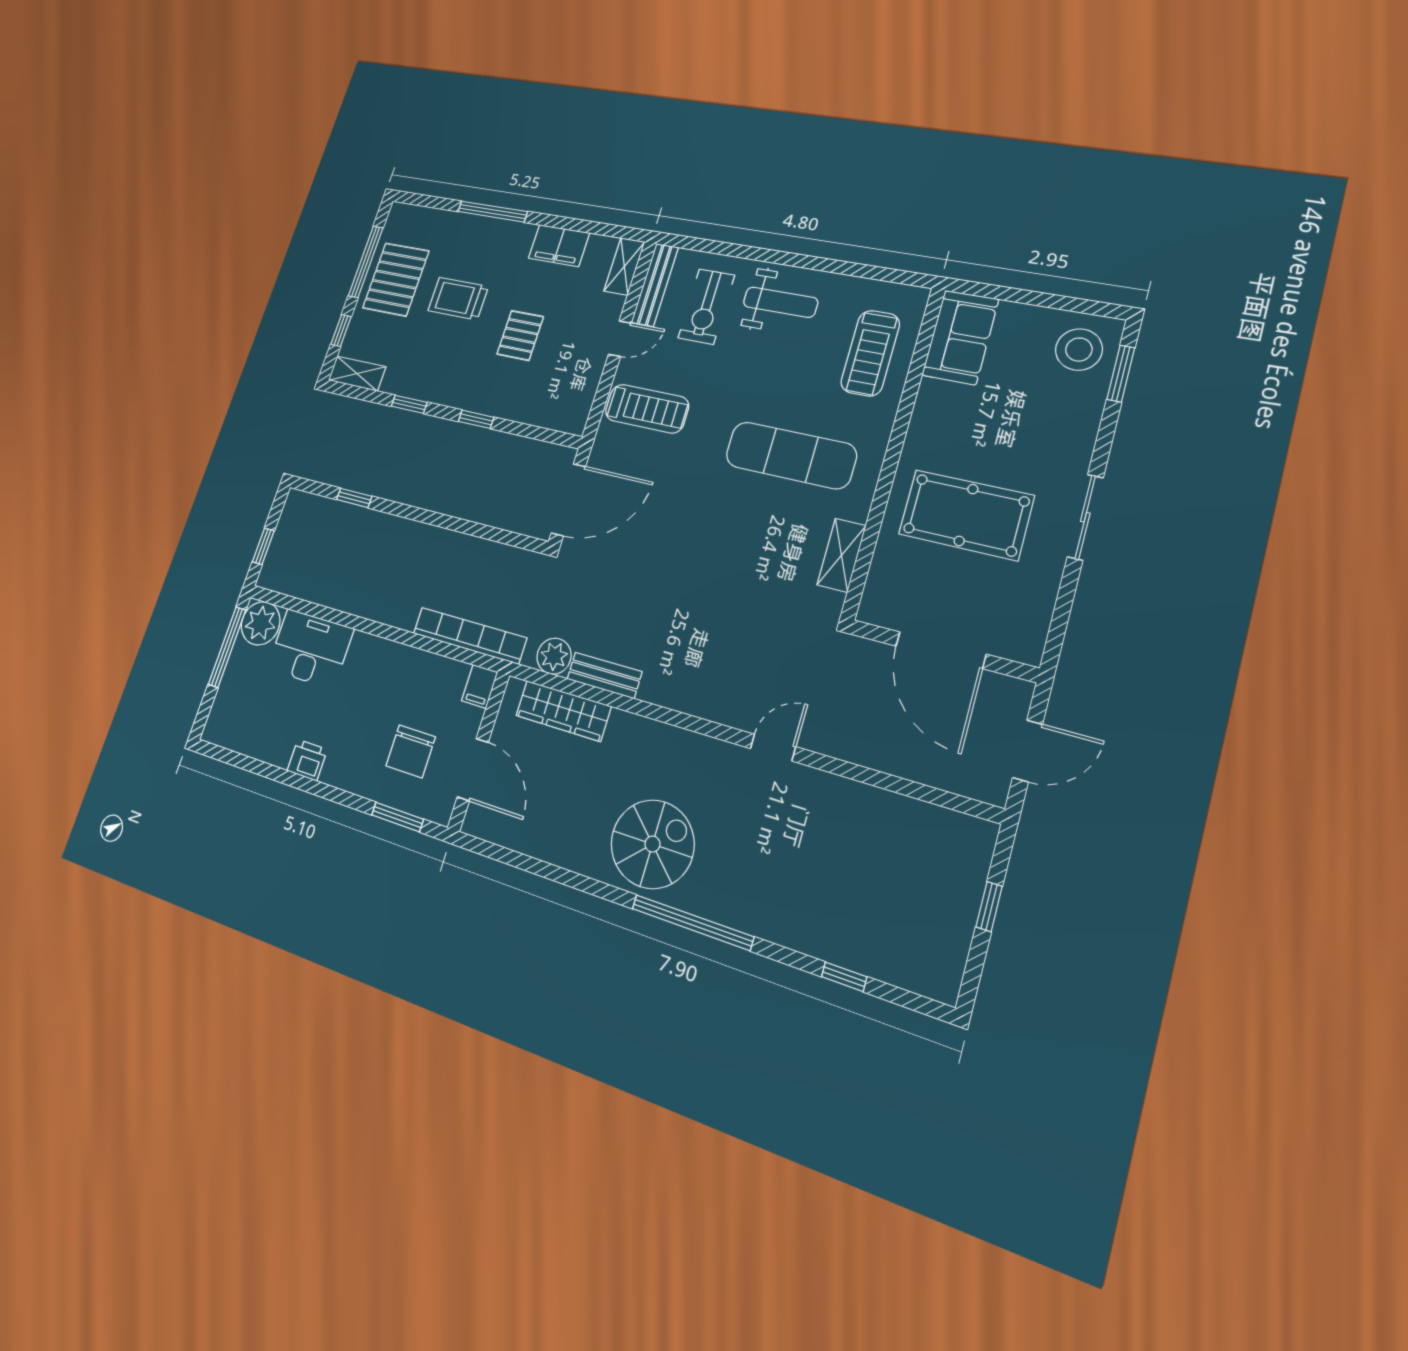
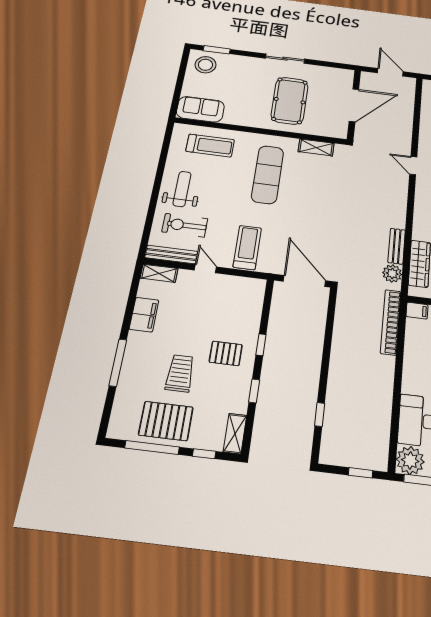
trolley: (458, 298) -> (180, 373), turned 180
exercise bike: (706, 307) -> (185, 225), turned 180
pallet: (520, 335) -> (226, 353), moved

